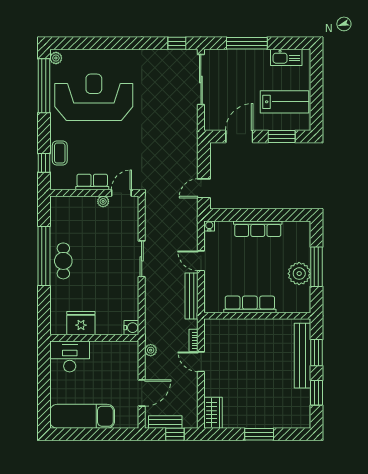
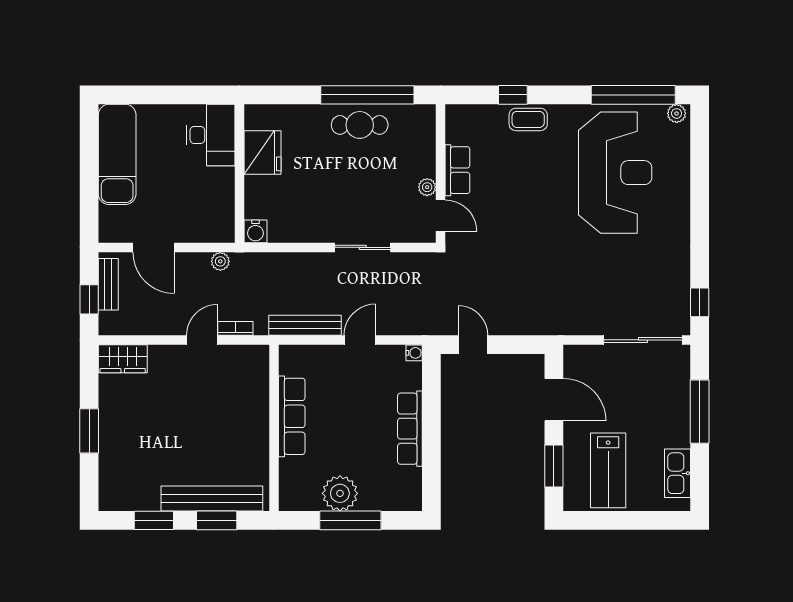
row of seats: (92, 182) -> (457, 170), moved
wall: (94, 193) -> (441, 173), moved
door: (121, 193) -> (441, 216), moved
plant: (103, 201) -> (427, 187), moved

